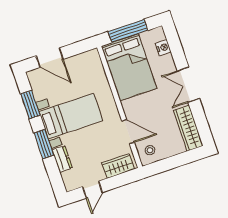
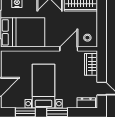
dresser: (62, 159) -> (86, 103), moved

